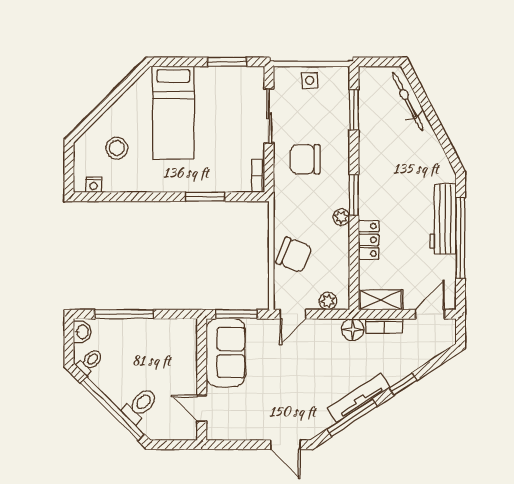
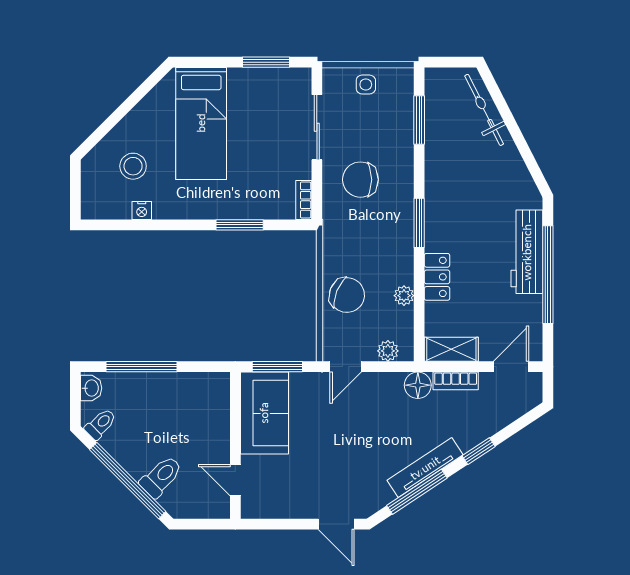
nightstand: (93, 185) -> (142, 211), moved
plant: (341, 217) -> (404, 296), moved

